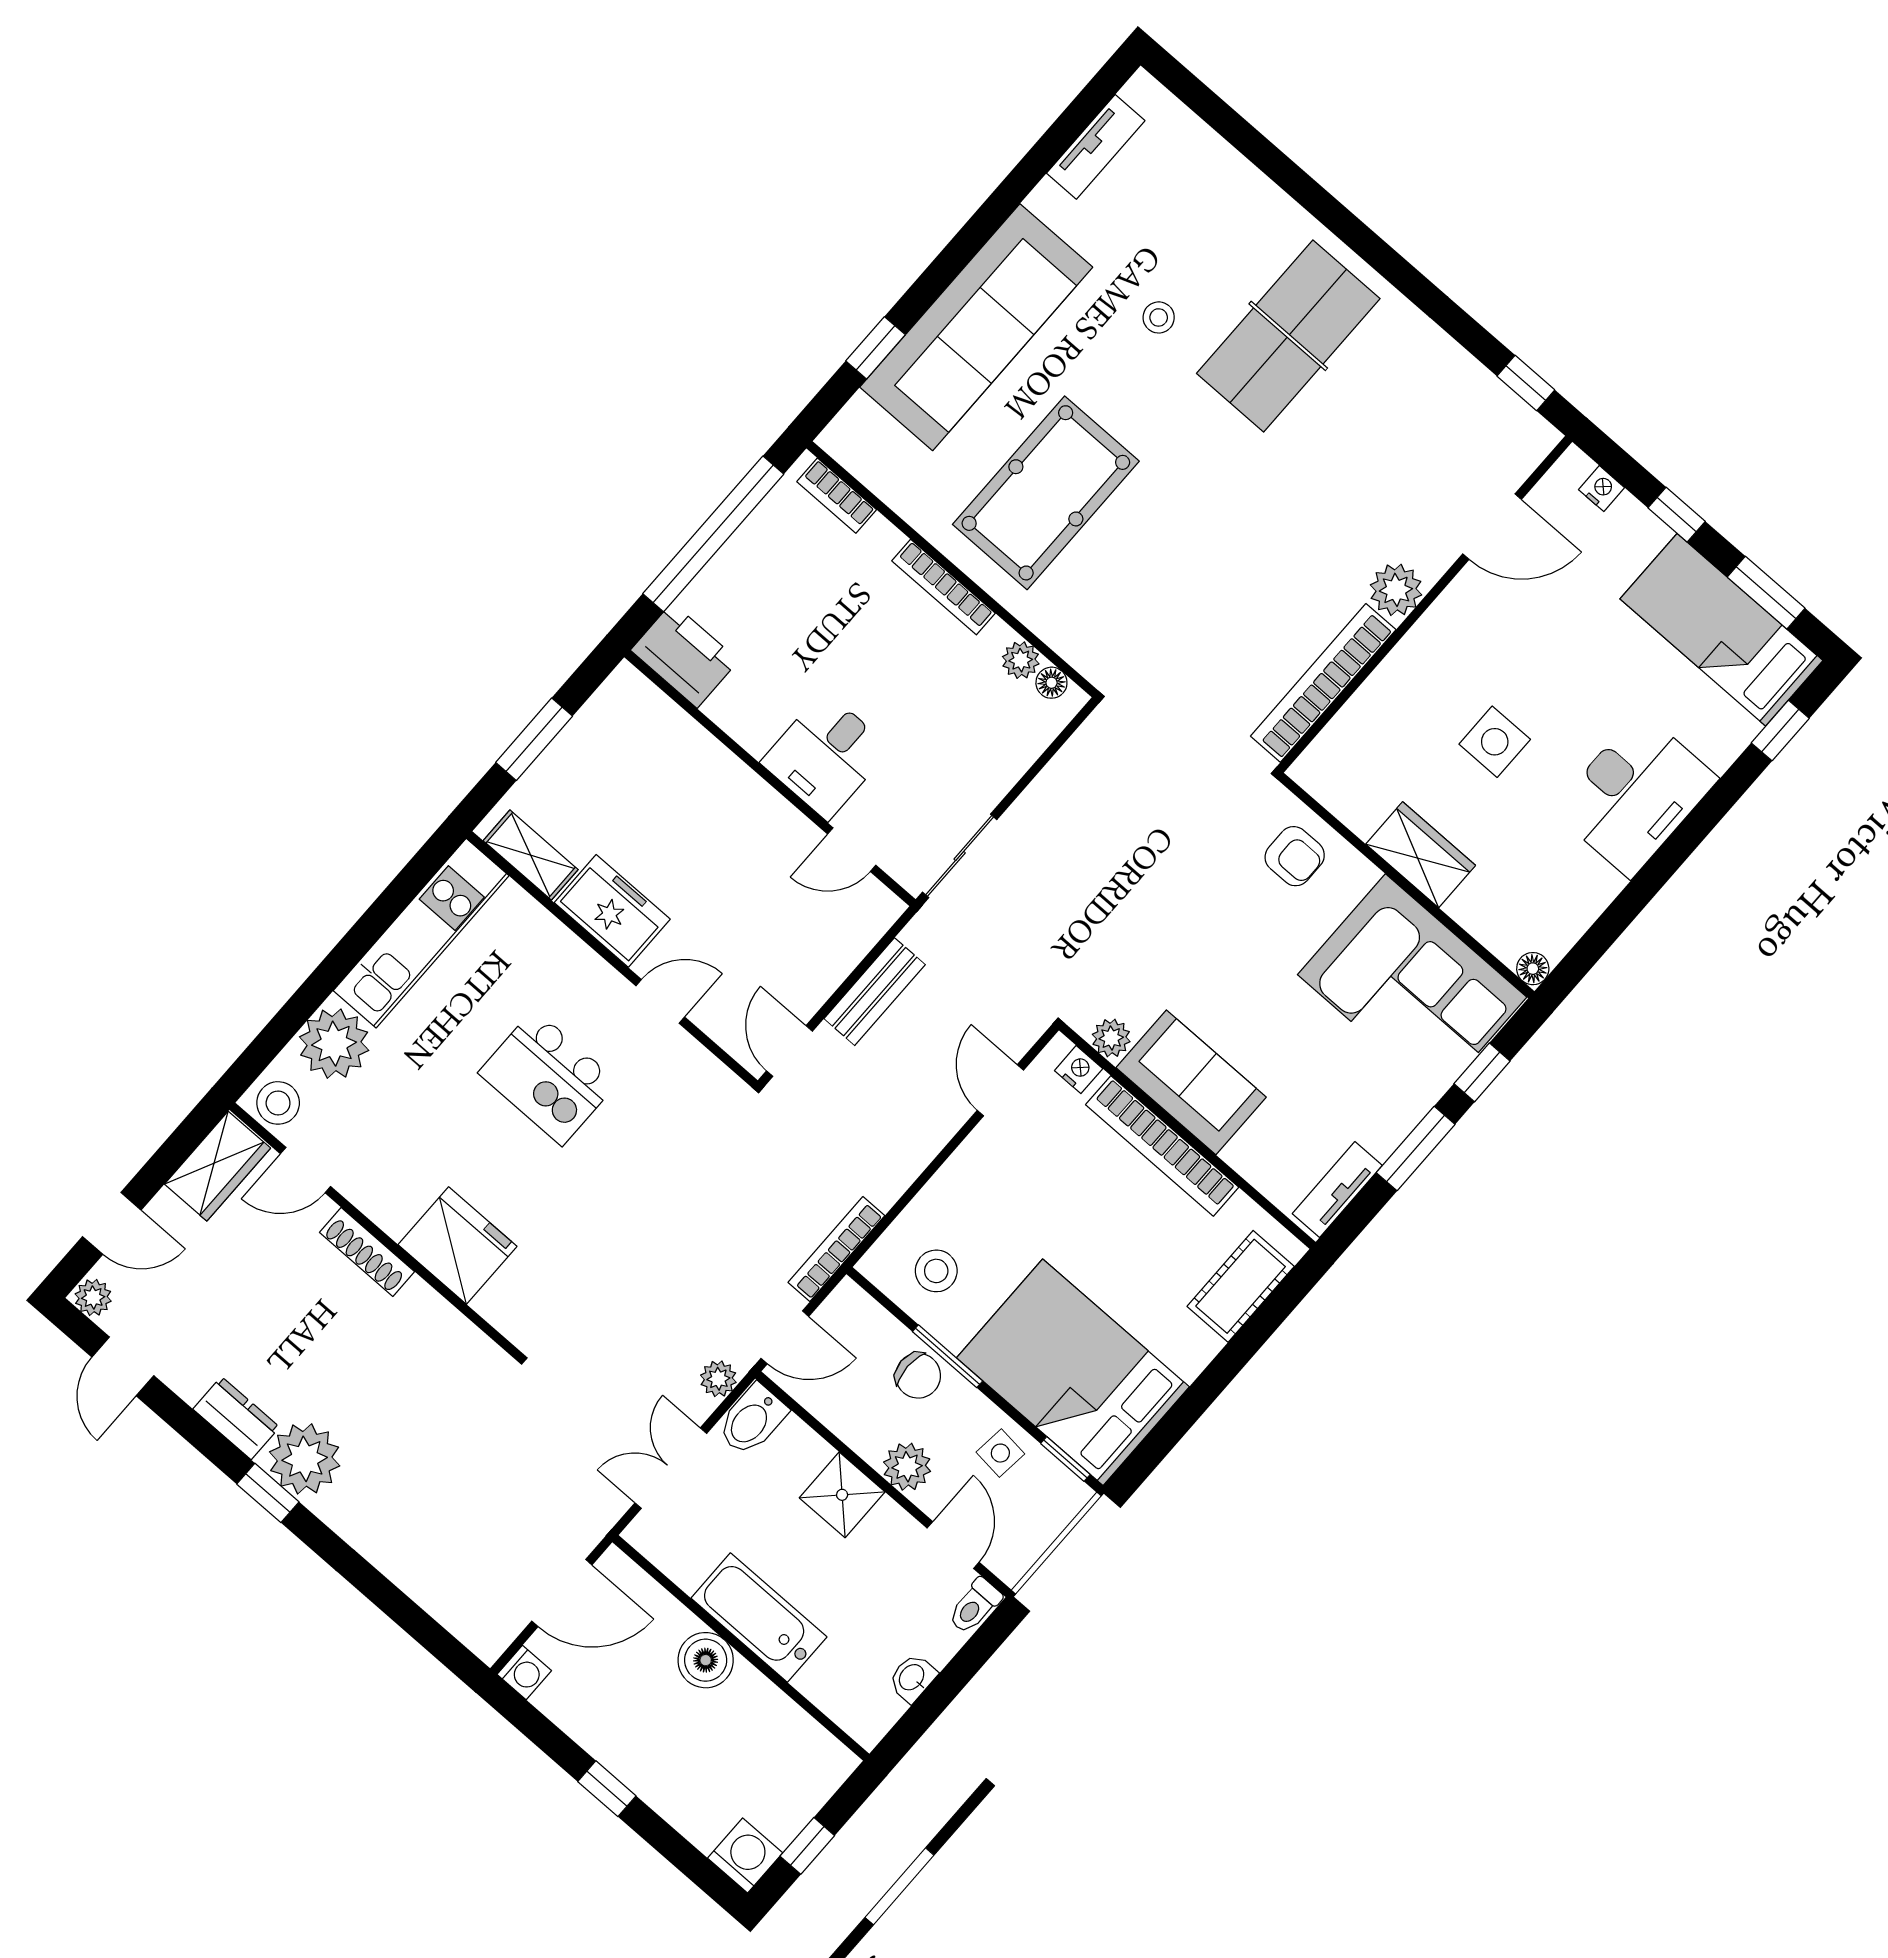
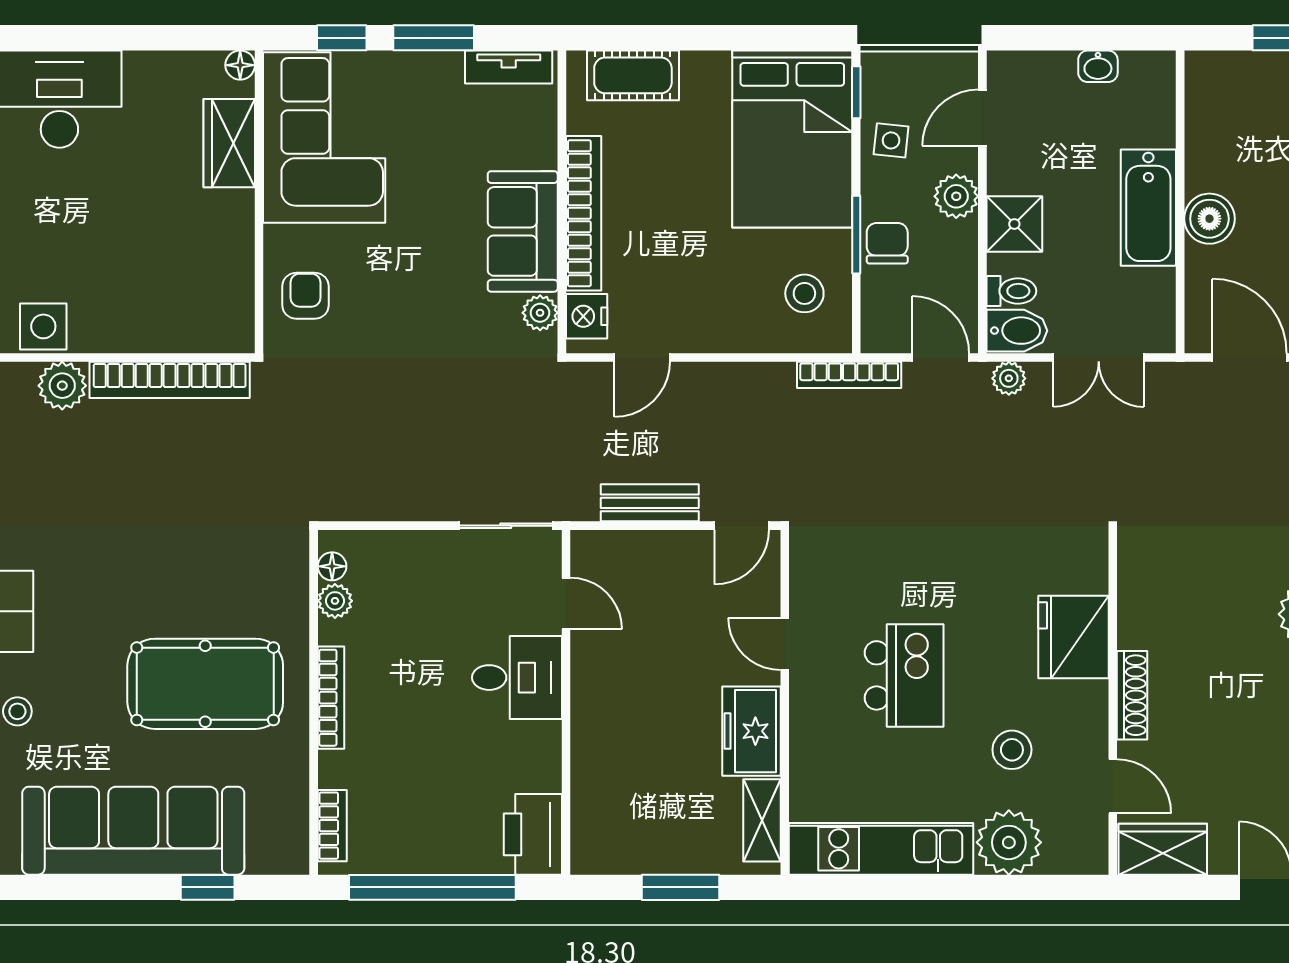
side table: (1495, 742) -> (43, 326), moved
wardrobe: (1421, 855) -> (229, 143), moved
nightstand: (1079, 1070) -> (587, 316), width x1.39, depth x1.35
stool: (278, 1103) -> (1012, 750), moved
toilet: (975, 1606) -> (1011, 291), moved

